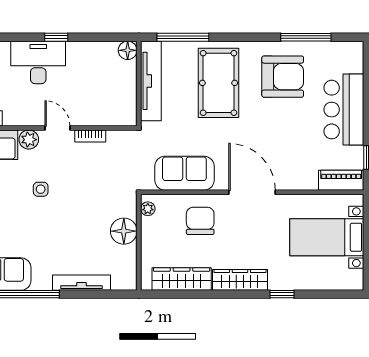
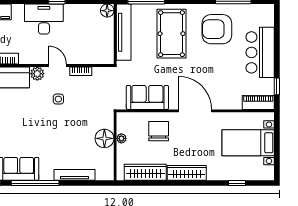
armchair: (283, 77) -> (217, 29), turned 180
side table: (41, 189) -> (58, 99), moved
plant: (148, 209) -> (121, 138), moved
window: (282, 294) -> (237, 183), moved

